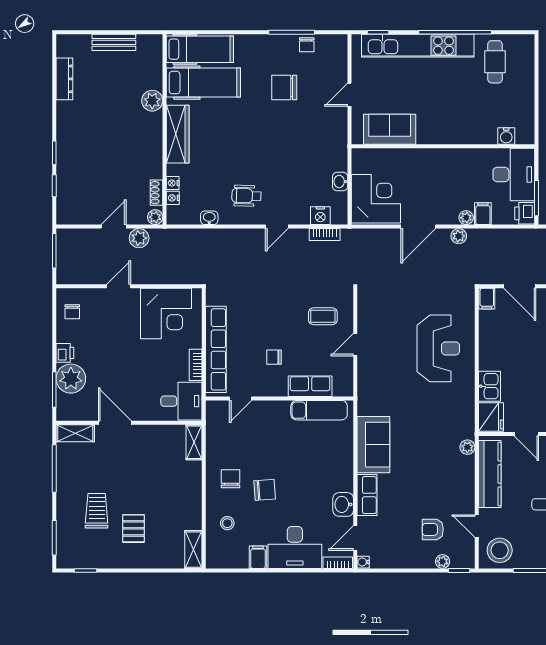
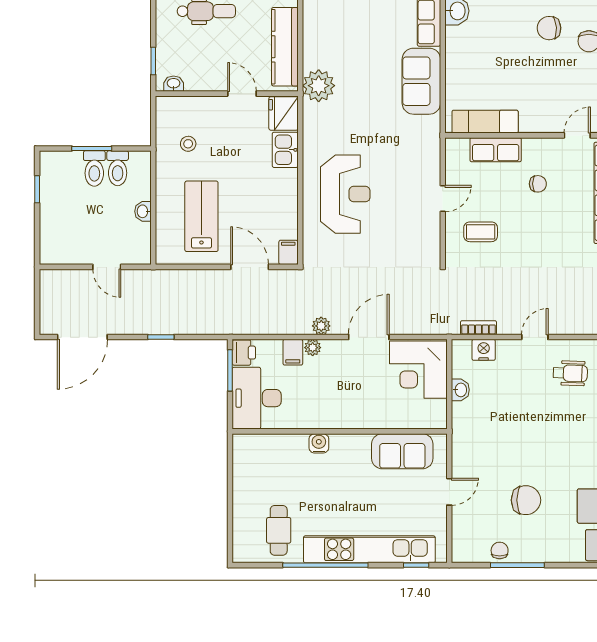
water cooler: (506, 136) -> (319, 443), moved
reception desk: (438, 348) -> (345, 194), turned 180
plant: (467, 447) -> (319, 86), width x1.88, depth x1.88

